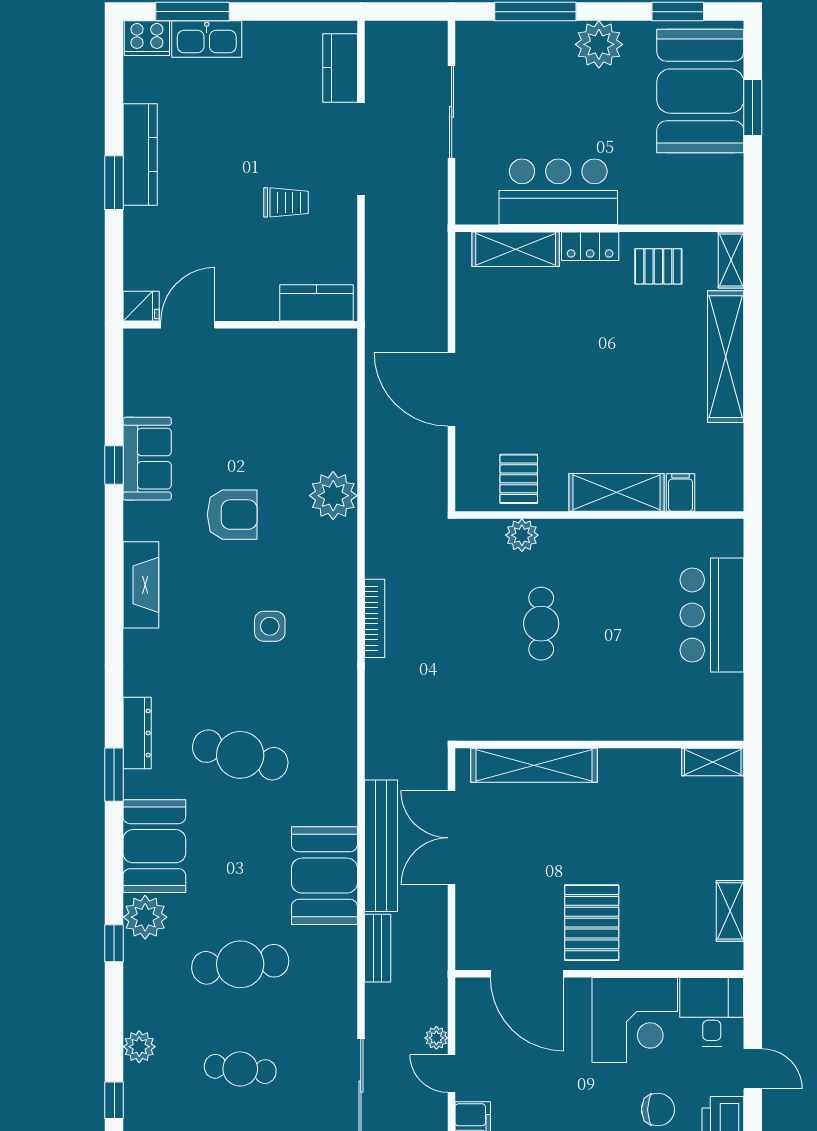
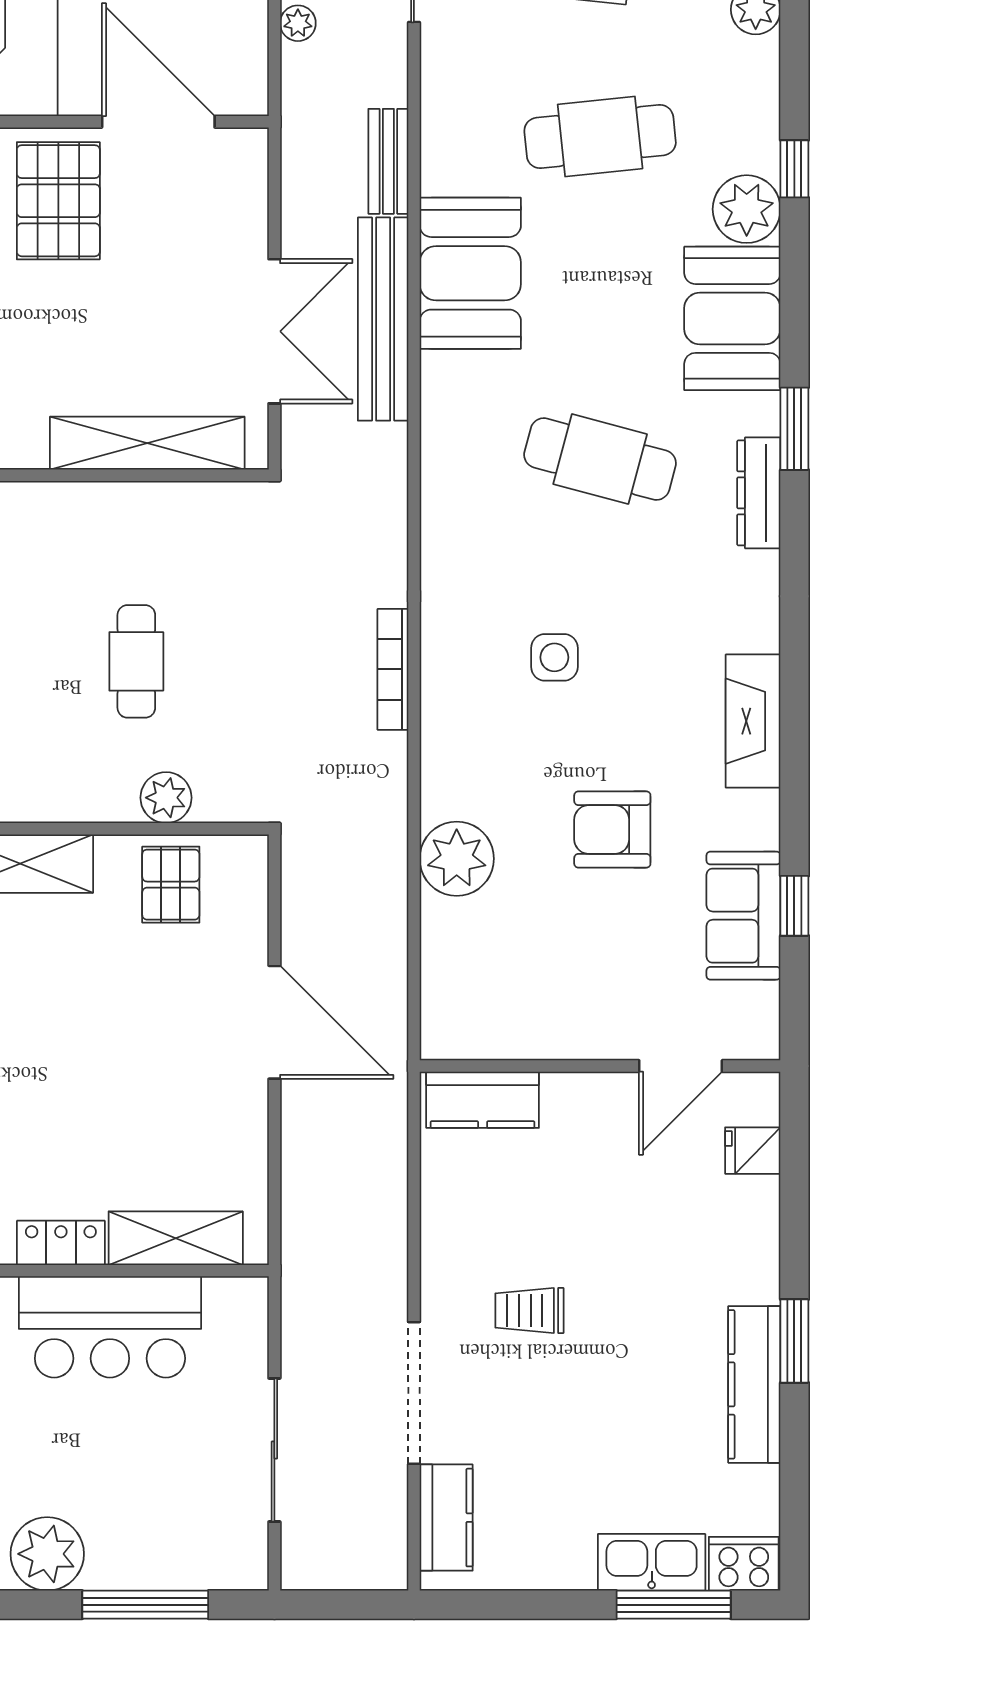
kitchen counter: (316, 303) -> (483, 1100), moved
door: (188, 325) -> (681, 1066), moved
wall: (240, 325) -> (600, 1066), moved

